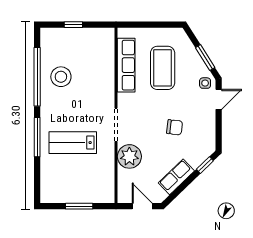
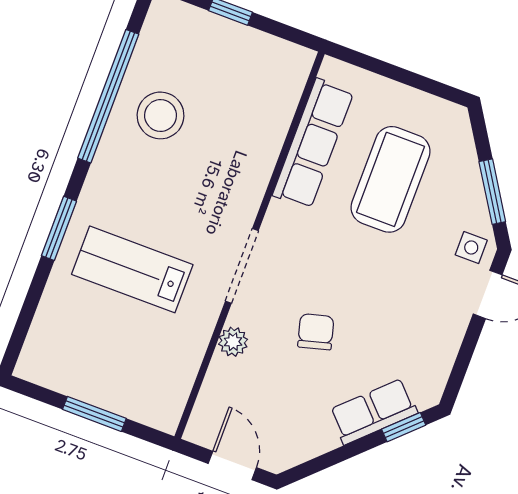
chair: (175, 127) -> (316, 332), moved, turned -112
window: (37, 137) -> (59, 228), width x0.69
plant: (129, 156) -> (233, 342), width x0.53, depth x0.53
row of seats: (176, 177) -> (373, 412), moved

